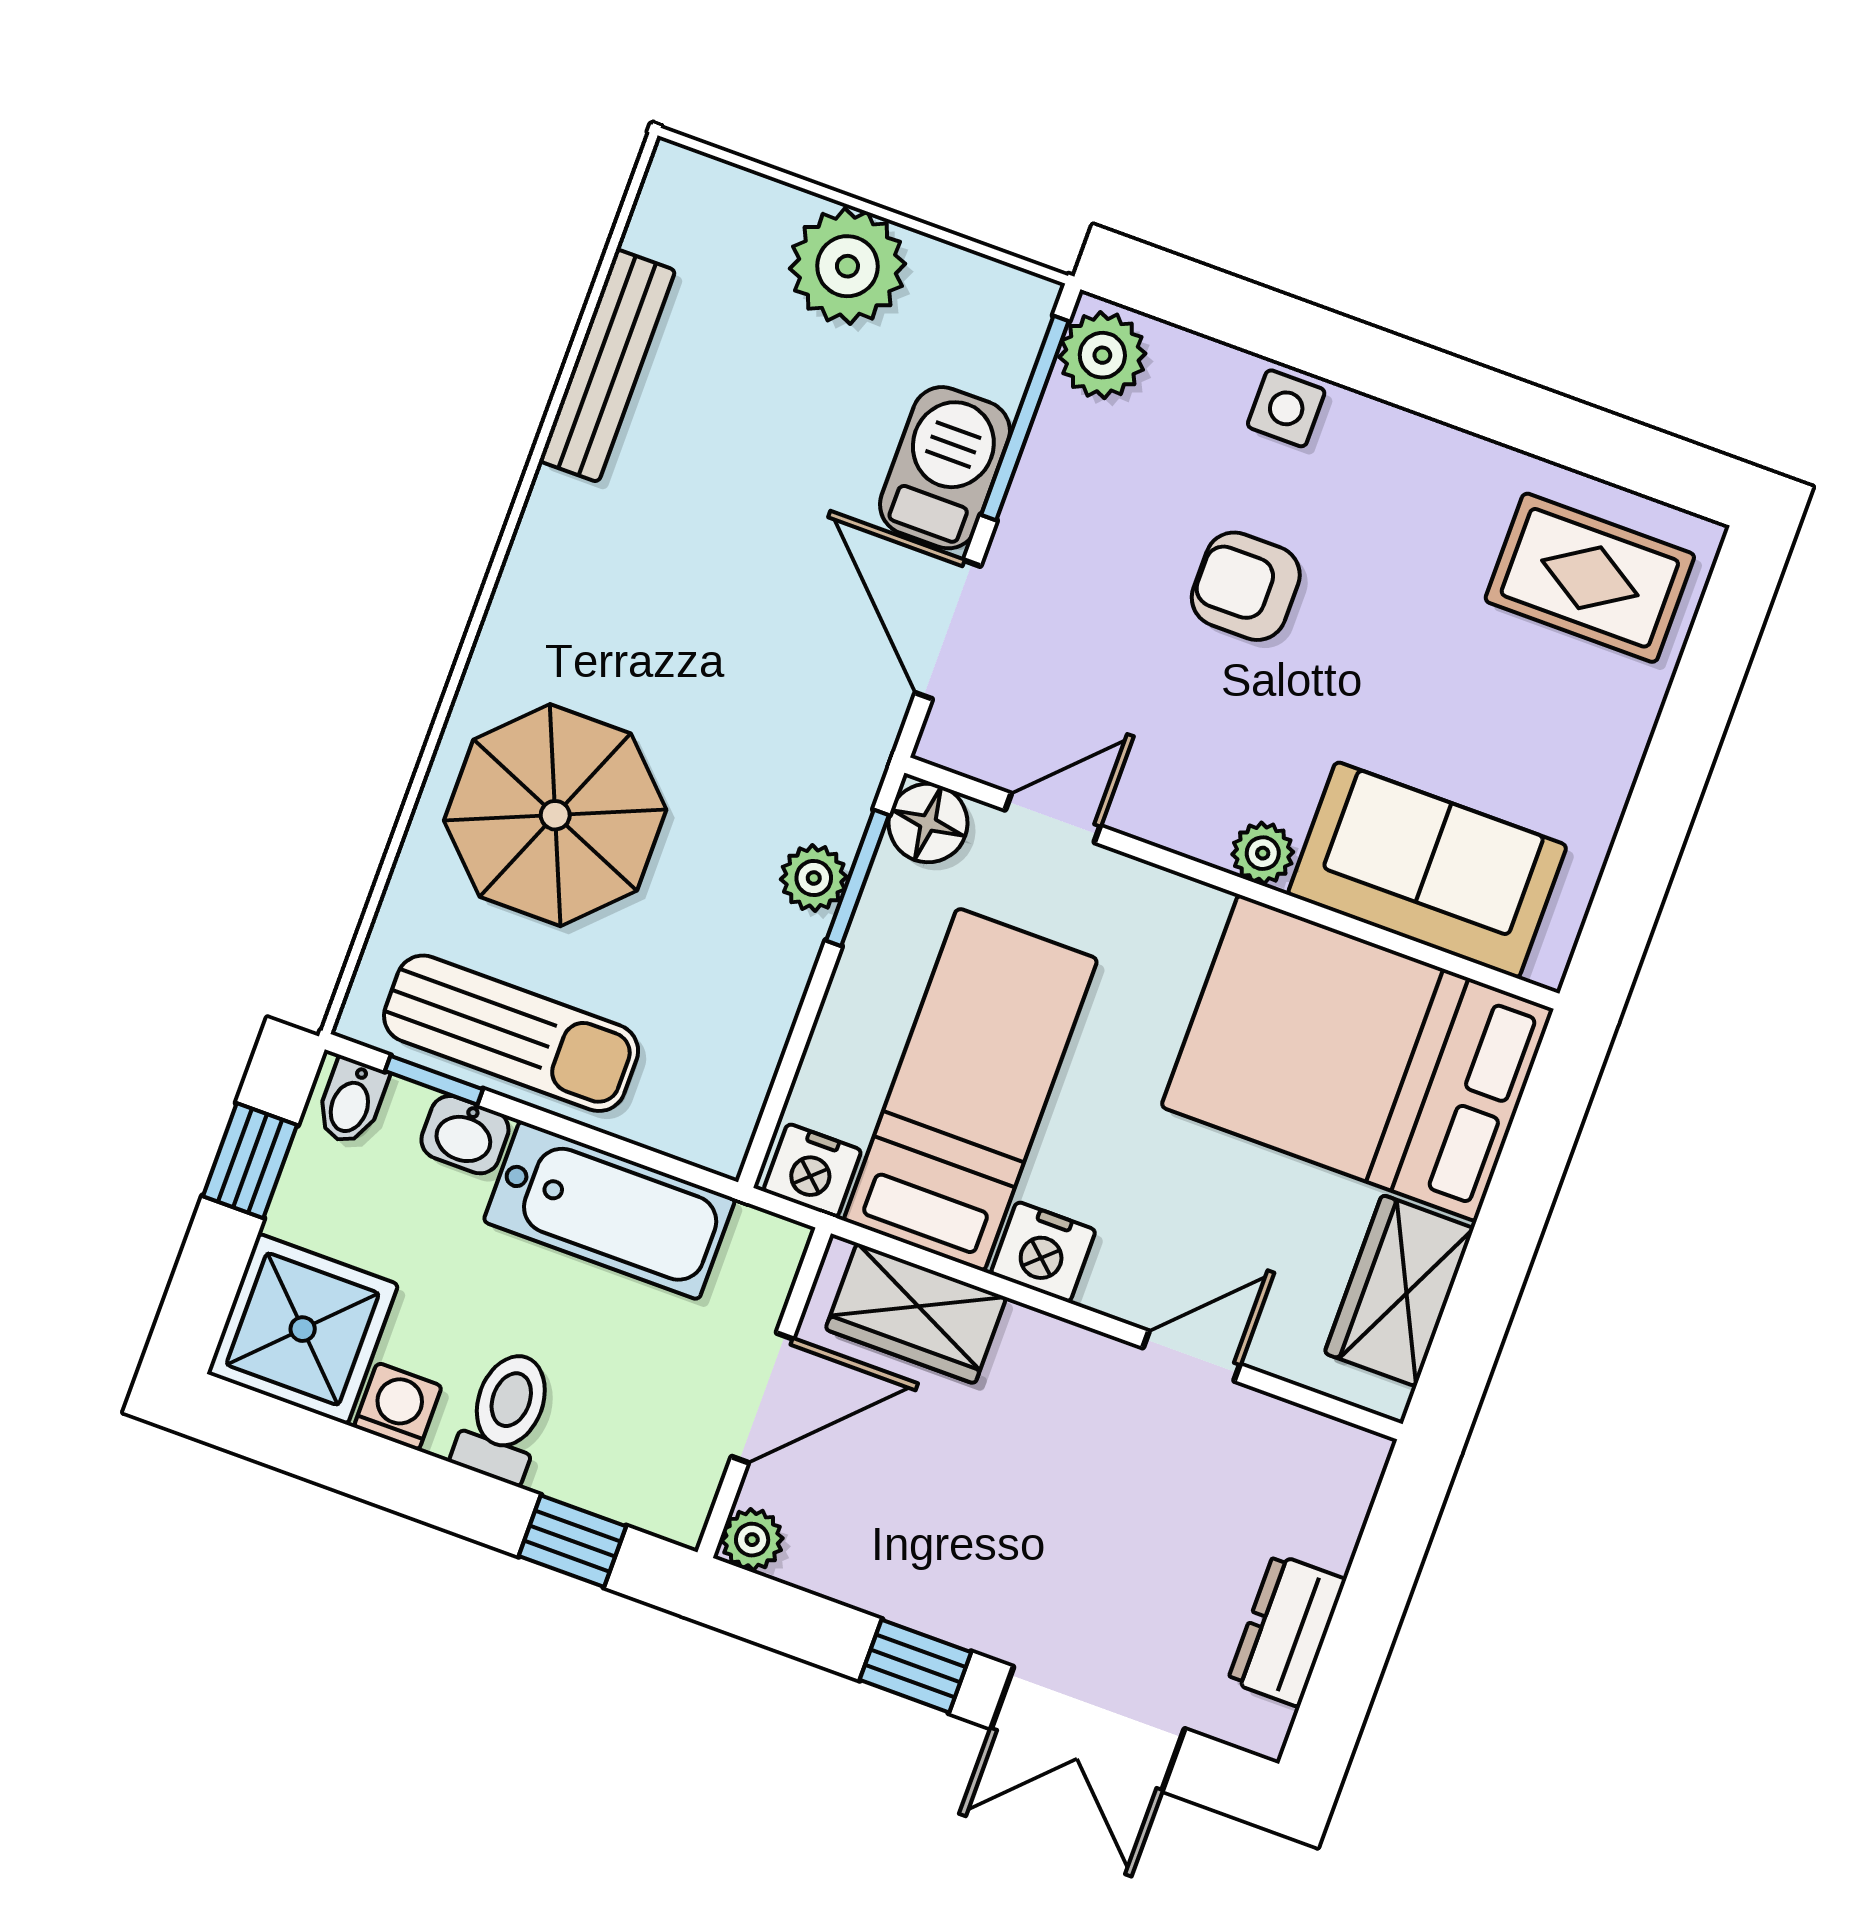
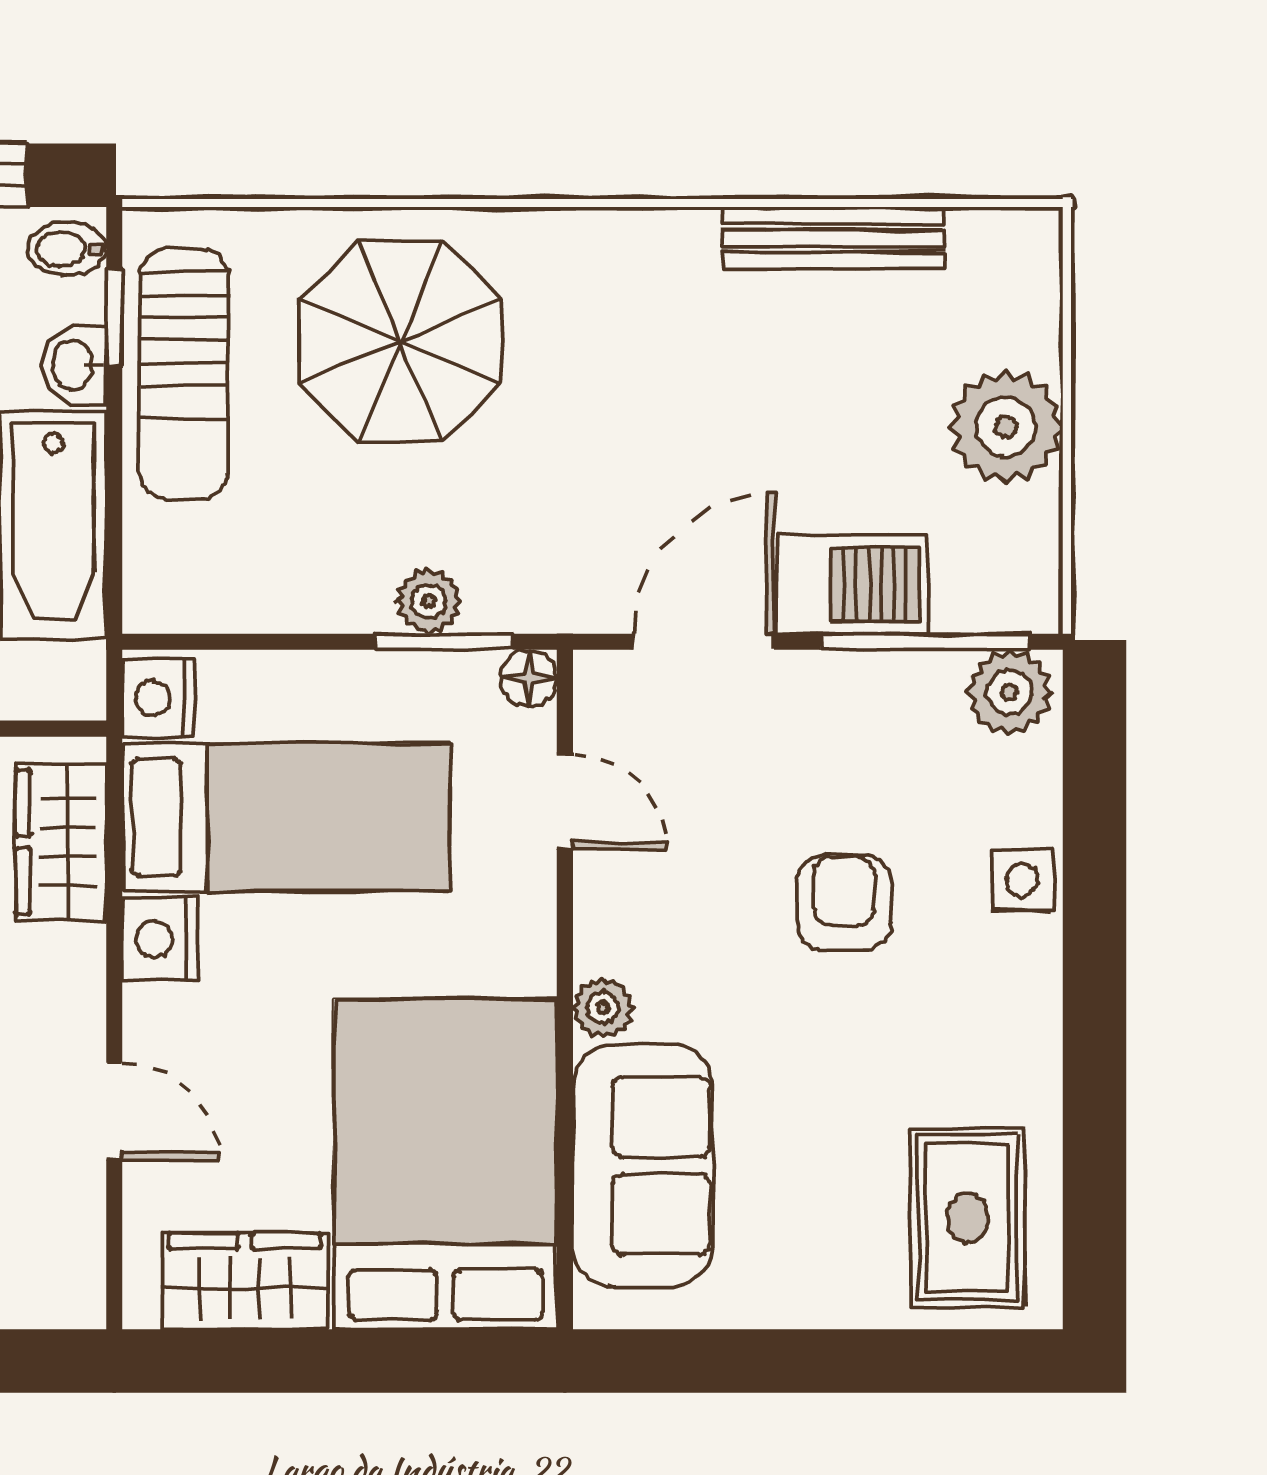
floor lamp: (928, 823) -> (529, 678), width x0.73, depth x0.73

